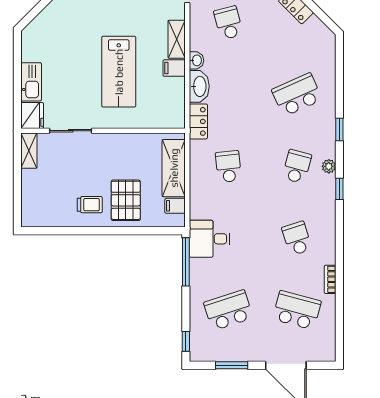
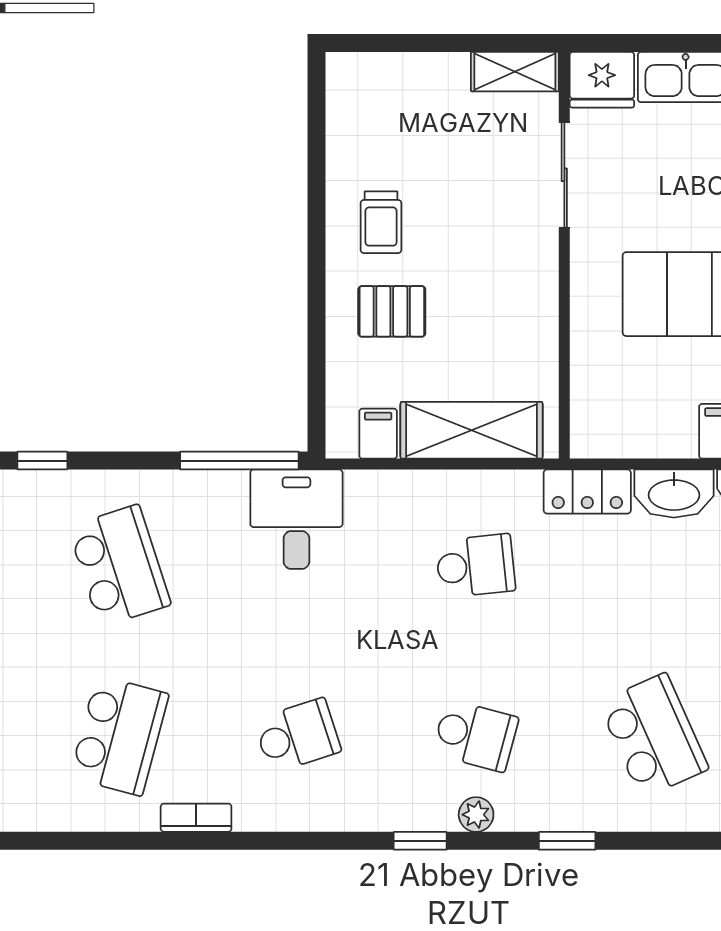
pallet: (126, 200) -> (392, 311), width x0.67, depth x0.71

